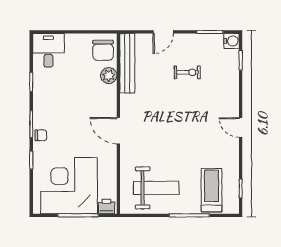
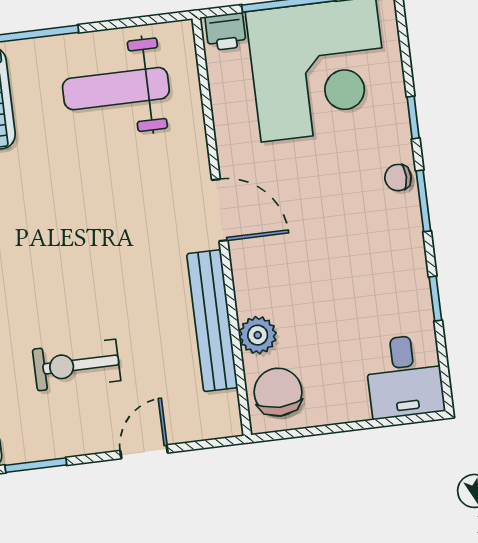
bench: (127, 63) -> (212, 321), moved
exercise bike: (187, 72) -> (77, 365), width x1.38, depth x1.39

